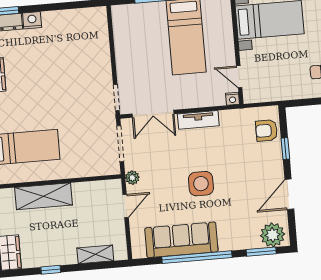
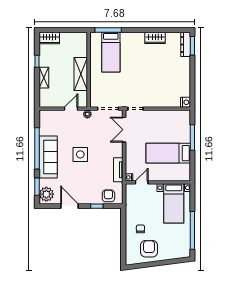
nightstand: (32, 20) -> (186, 102), moved
tv unit: (198, 120) -> (118, 170), moved
shelving: (44, 196) -> (81, 74), moved
door: (126, 206) -> (71, 109), swing flipped
sofa: (181, 240) -> (48, 157), moved
shelving: (95, 254) -> (44, 78), moved

